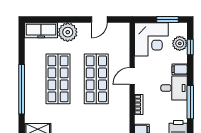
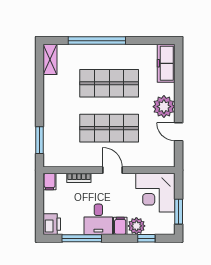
plant: (68, 32) -> (164, 107), moved
plant: (180, 43) -> (136, 226), moved

